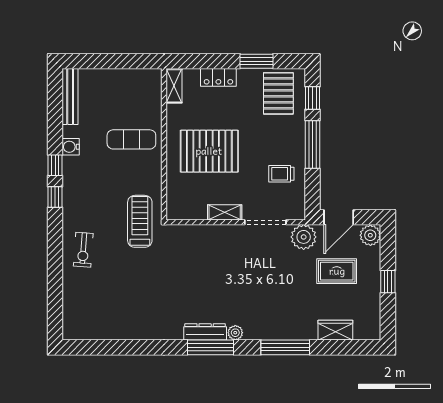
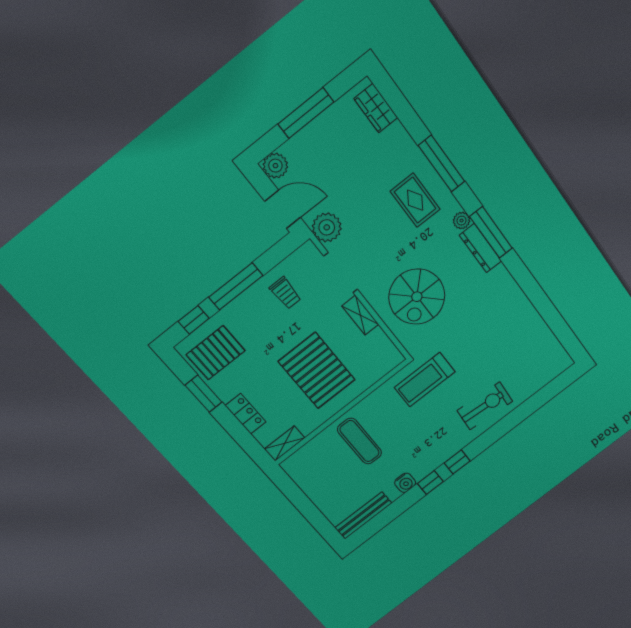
exercise bike: (83, 250) -> (485, 406), width x1.38, depth x1.39
spiral stairs: (206, 262) -> (417, 297), added
rug: (337, 271) -> (415, 200), moved
window: (388, 282) -> (306, 113), width x2.17
wardrobe: (335, 330) -> (376, 108), moved

